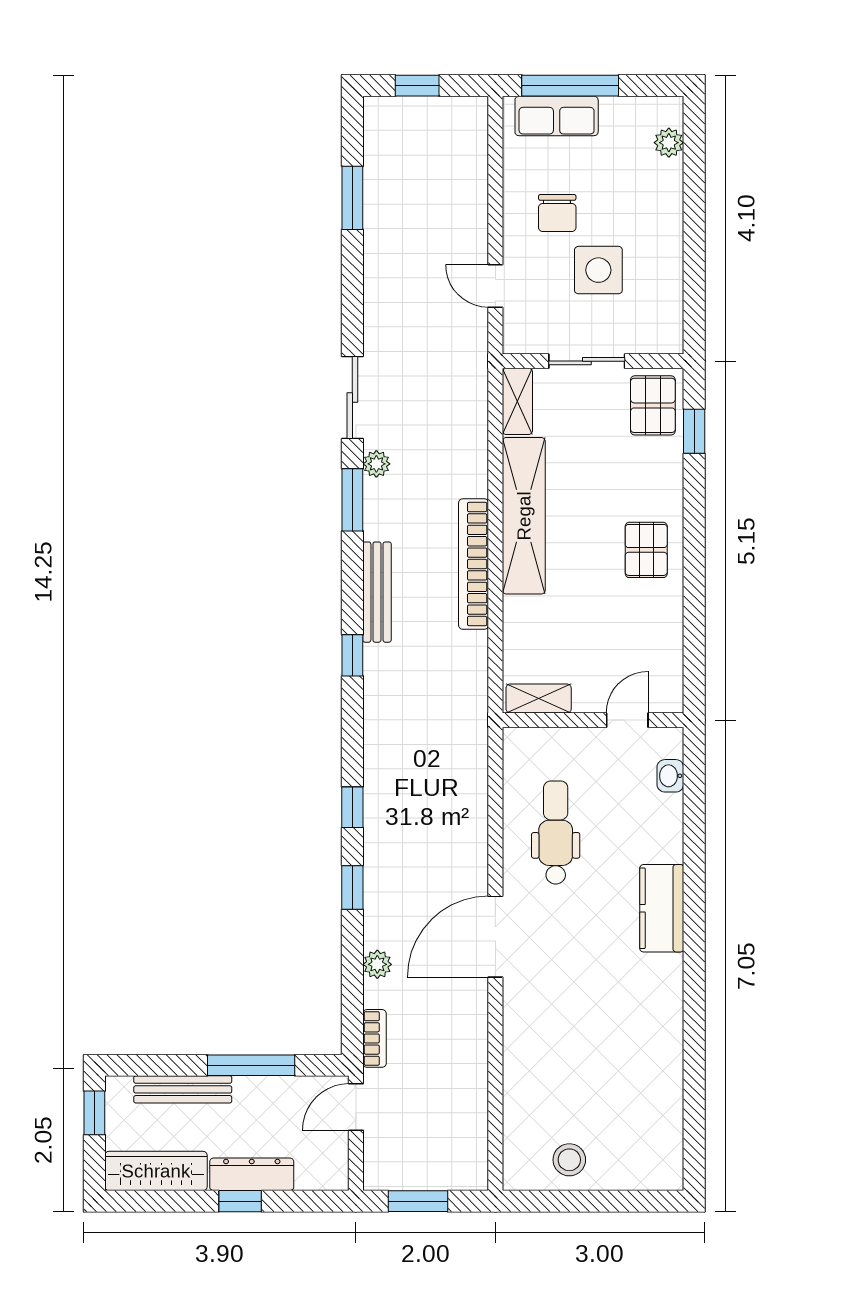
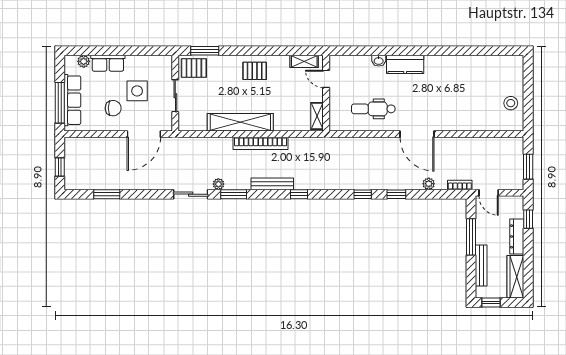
row of seats: (557, 116) -> (72, 100), width x1.48
row of seats: (664, 201) -> (108, 63), added
door: (495, 286) -> (144, 134), width x1.88
shelving: (517, 401) -> (304, 61), moved
window: (694, 431) -> (205, 51), width x1.50
washbasin: (670, 776) -> (379, 61), moved
window: (240, 1201) -> (528, 219), moved

